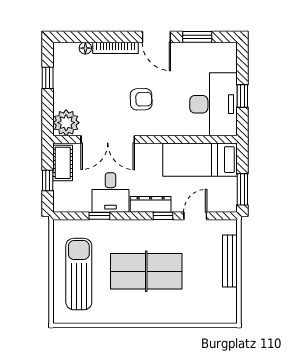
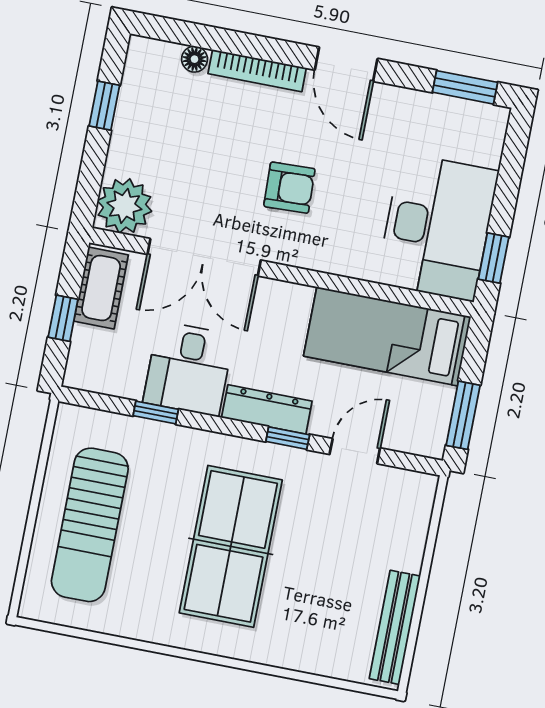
window: (197, 37) -> (465, 87), moved
window: (242, 96) -> (494, 258), moved
bench: (230, 261) -> (395, 627), moved
table tennis table: (146, 271) -> (231, 546), turned 90
sun lounger: (79, 274) -> (90, 525), turned 180

